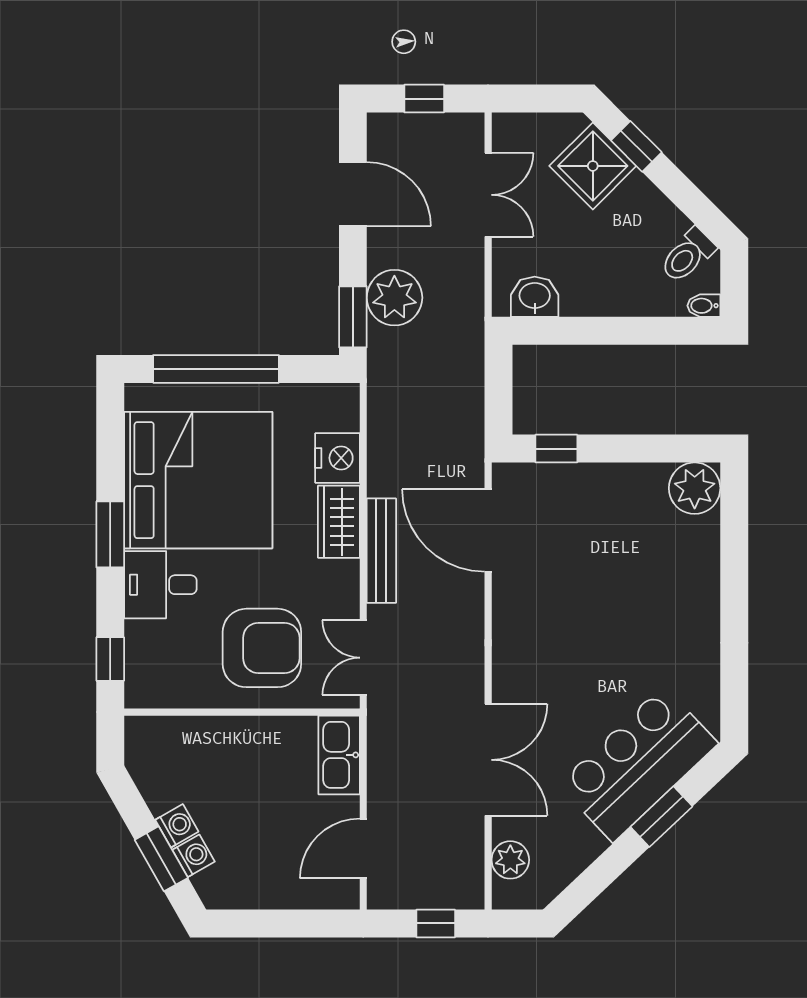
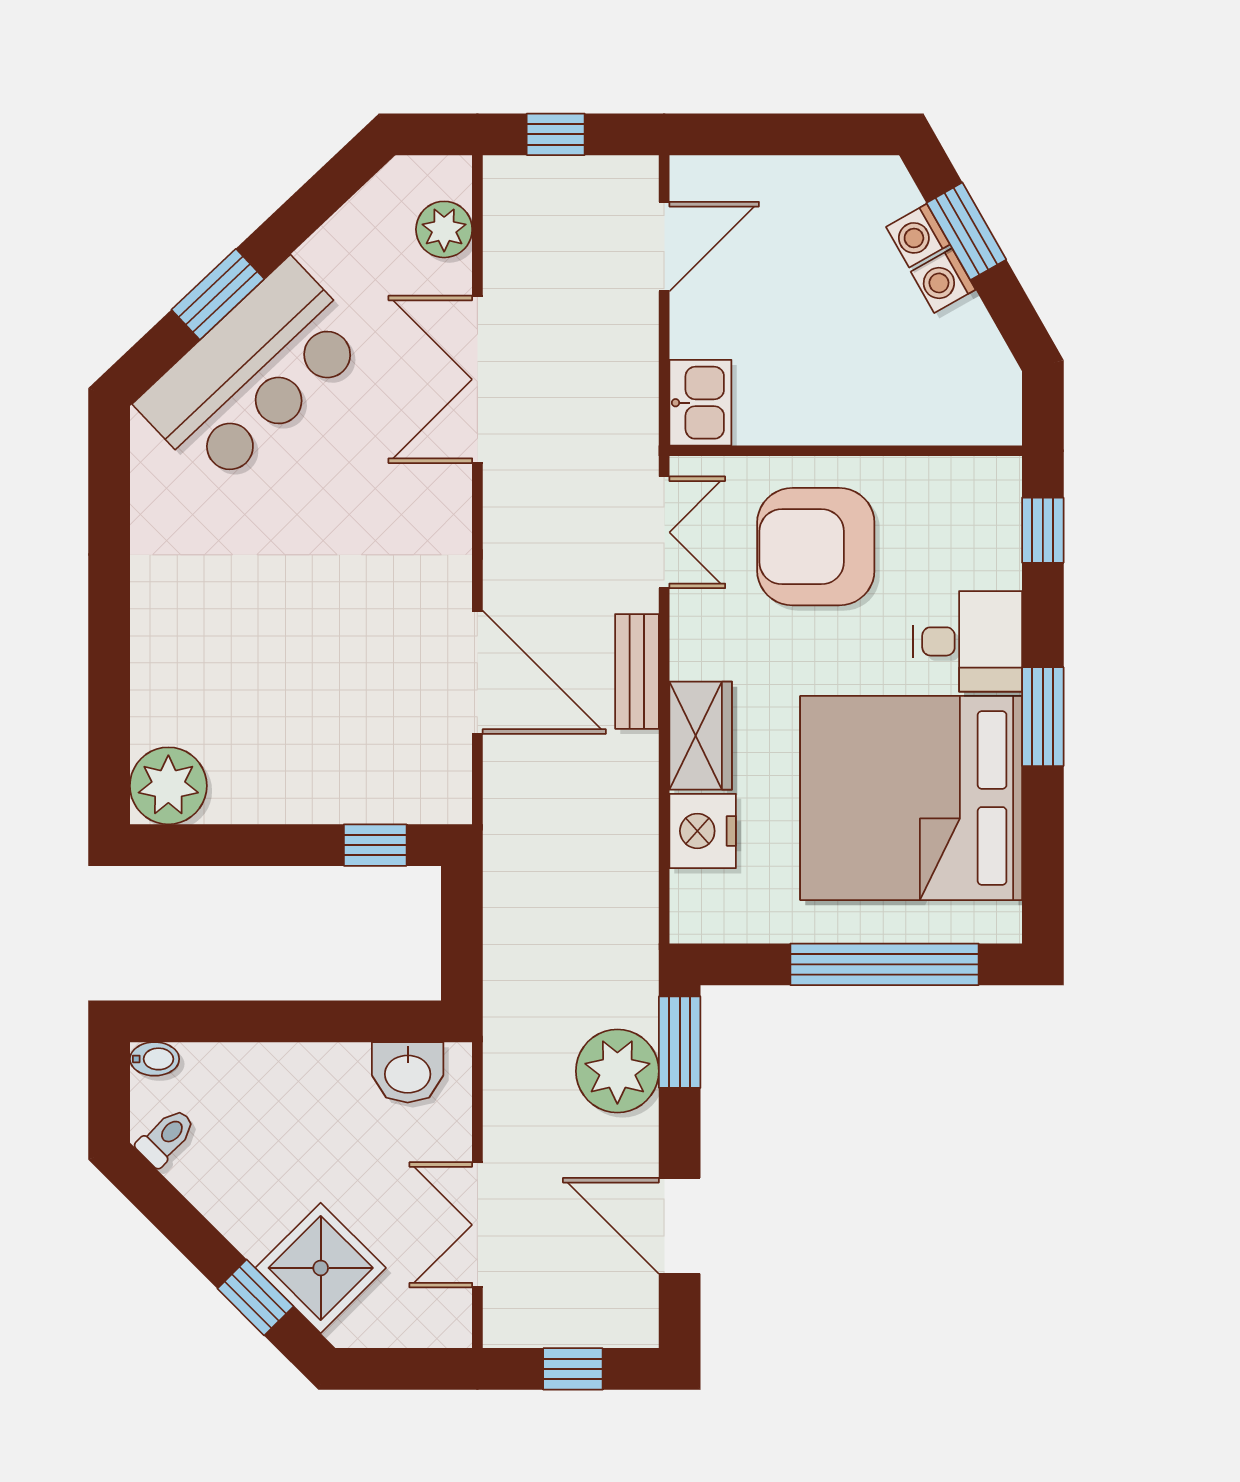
toilet: (688, 255) -> (166, 1137), width x0.73, depth x0.72
door: (488, 530) -> (477, 672), moved
bench: (381, 551) -> (637, 671), width x0.73
kitchen sink: (339, 755) -> (700, 403), width x0.73

